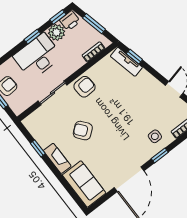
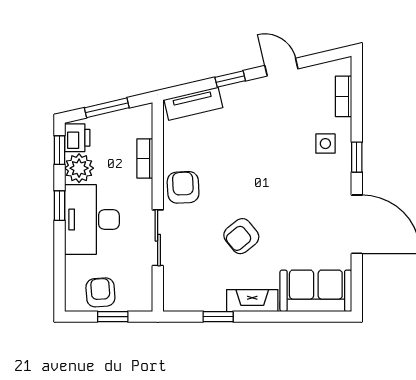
bookcase: (94, 52) -> (145, 159), moved
window: (134, 57) -> (230, 79), moved

